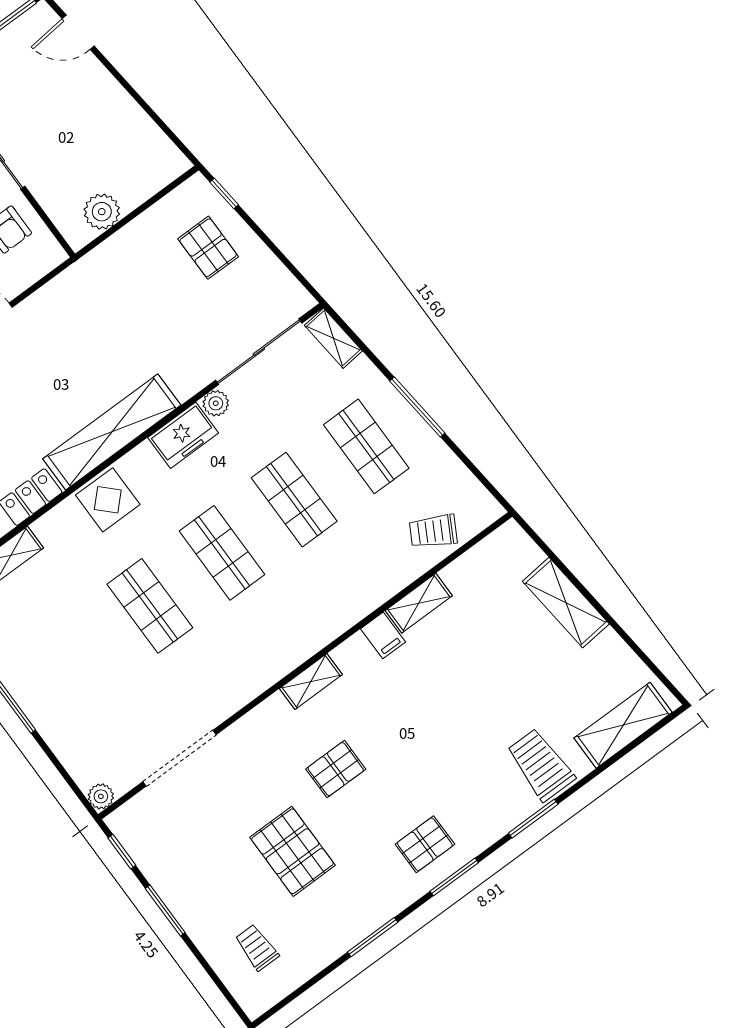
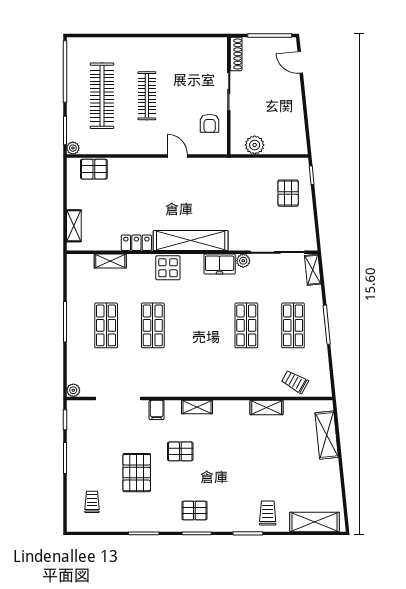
shop shelf: (222, 553) -> (106, 325), moved
shelving: (566, 603) -> (327, 435), moved
filing cabinet: (383, 635) -> (157, 410), moved
trolley: (541, 765) -> (268, 513), width x0.73, depth x0.72

